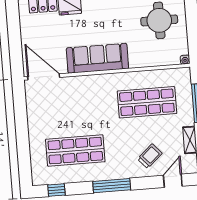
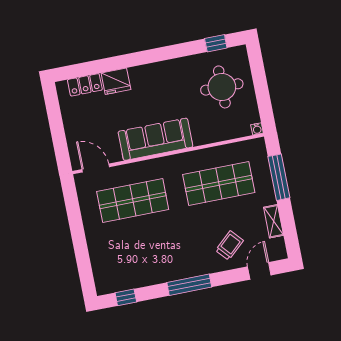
door: (44, 77) -> (96, 168), width x0.73
shop shelf: (75, 151) -> (133, 201), moved

